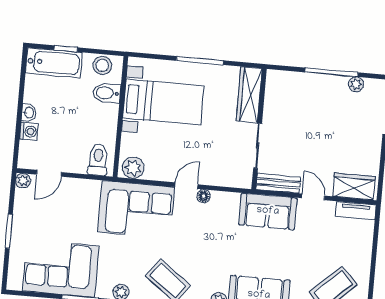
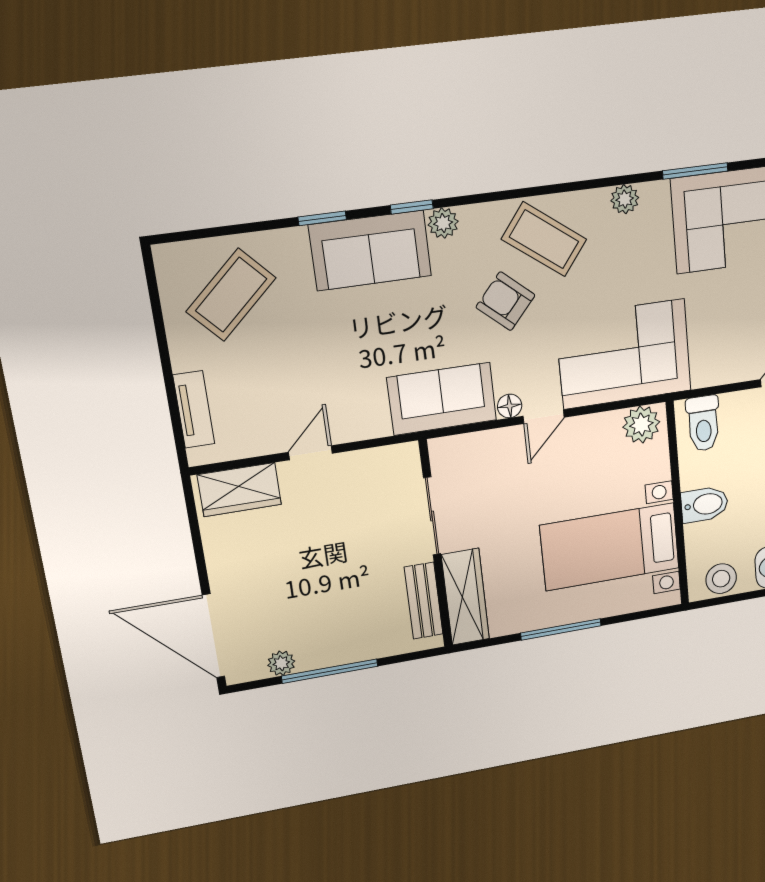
bidet: (107, 93) -> (705, 504), moved
bench: (278, 183) -> (424, 601), moved, turned 90
door: (313, 197) -> (310, 453), swing flipped
sofa: (268, 211) -> (442, 399), moved
tv unit: (356, 211) -> (194, 409), moved, turned 90
armchair: (195, 253) -> (505, 301), added

